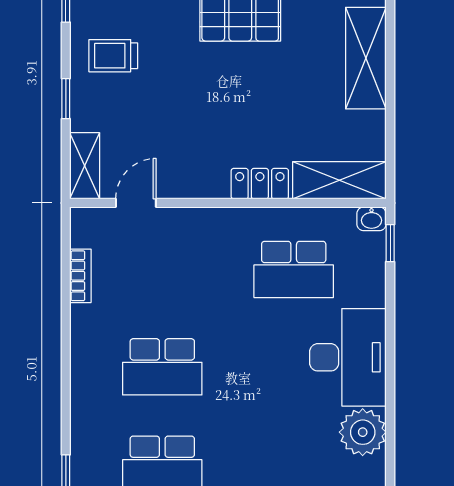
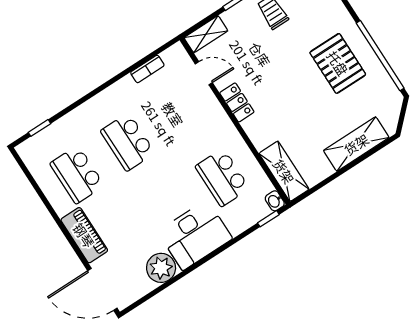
locker: (260, 184) -> (237, 102), moved

